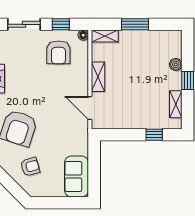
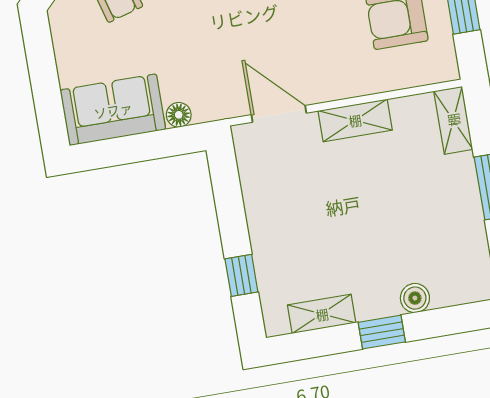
floor lamp: (83, 35) -> (179, 115), moved
door: (90, 108) -> (279, 114), hinge flipped

